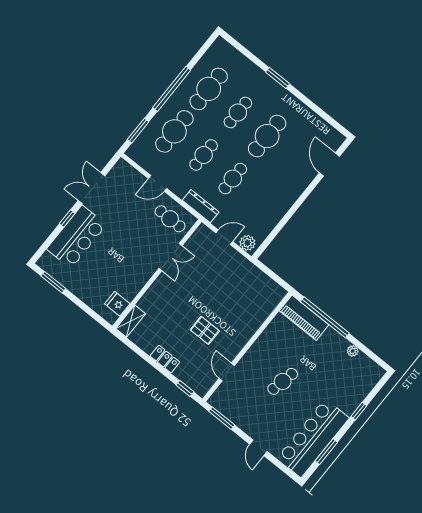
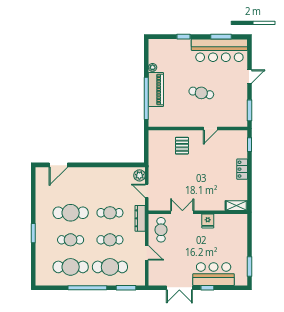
fridge: (117, 304) -> (208, 221), moved
piano: (304, 318) -> (156, 89), moved
pallet: (205, 330) -> (182, 146), moved
door: (227, 372) -> (210, 128), moved

